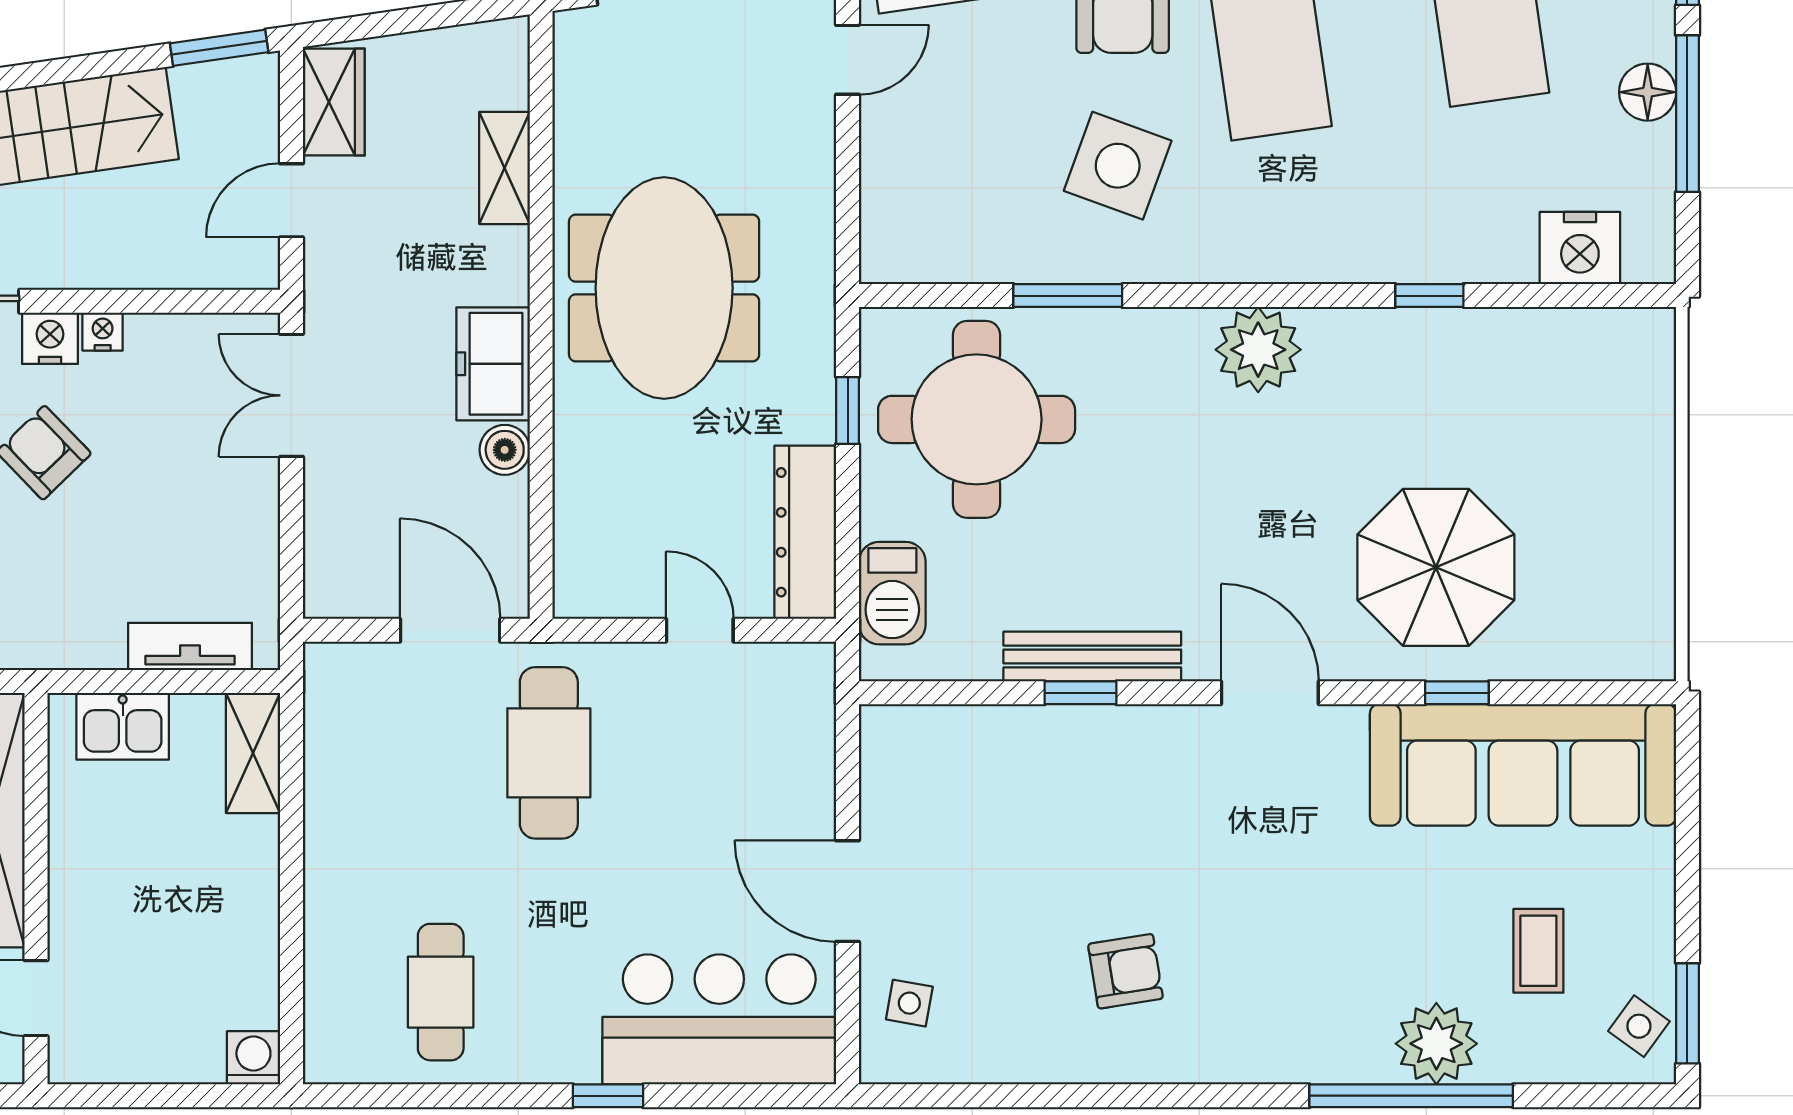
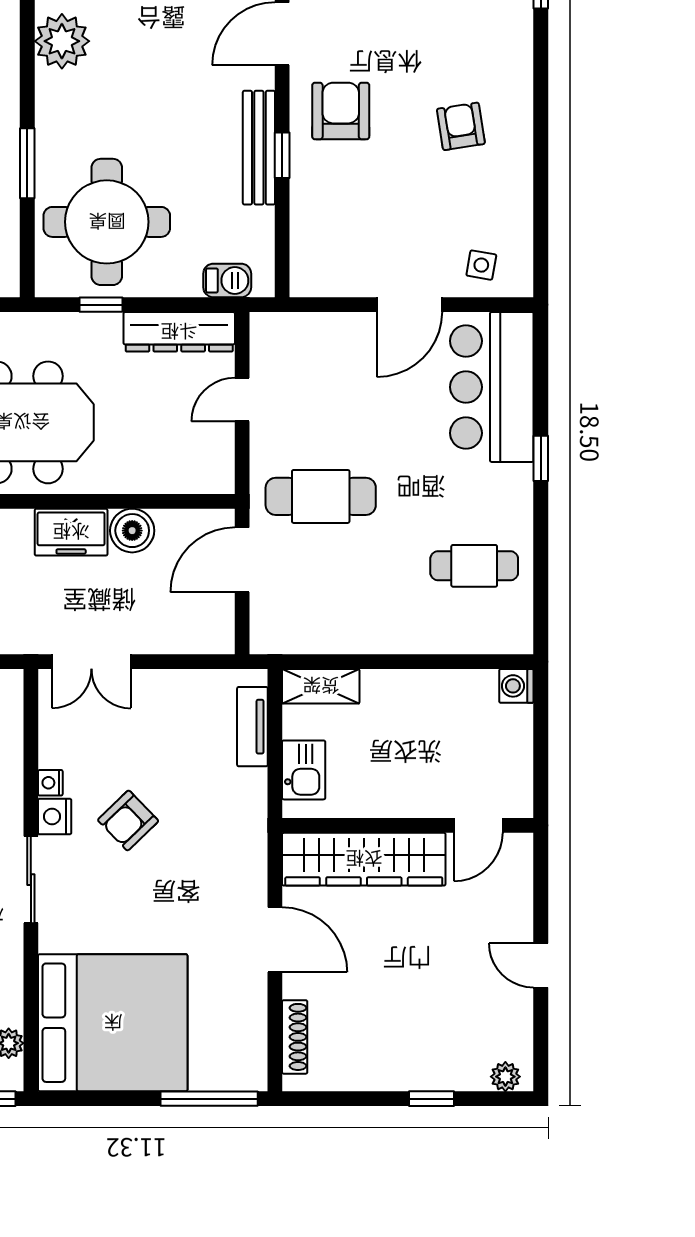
boiler: (505, 450) -> (132, 531), width x1.36, depth x1.36
barbecue: (892, 593) -> (227, 280), width x0.73, depth x0.79
armchair: (1149, 784) -> (341, 111), added

